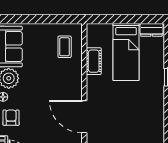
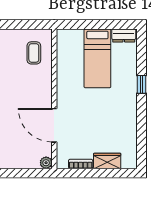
cot: (94, 61) -> (64, 68), removed

